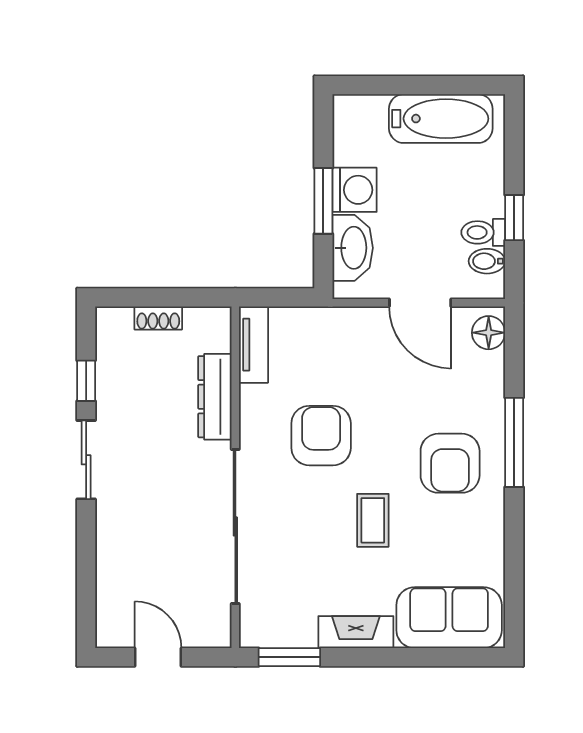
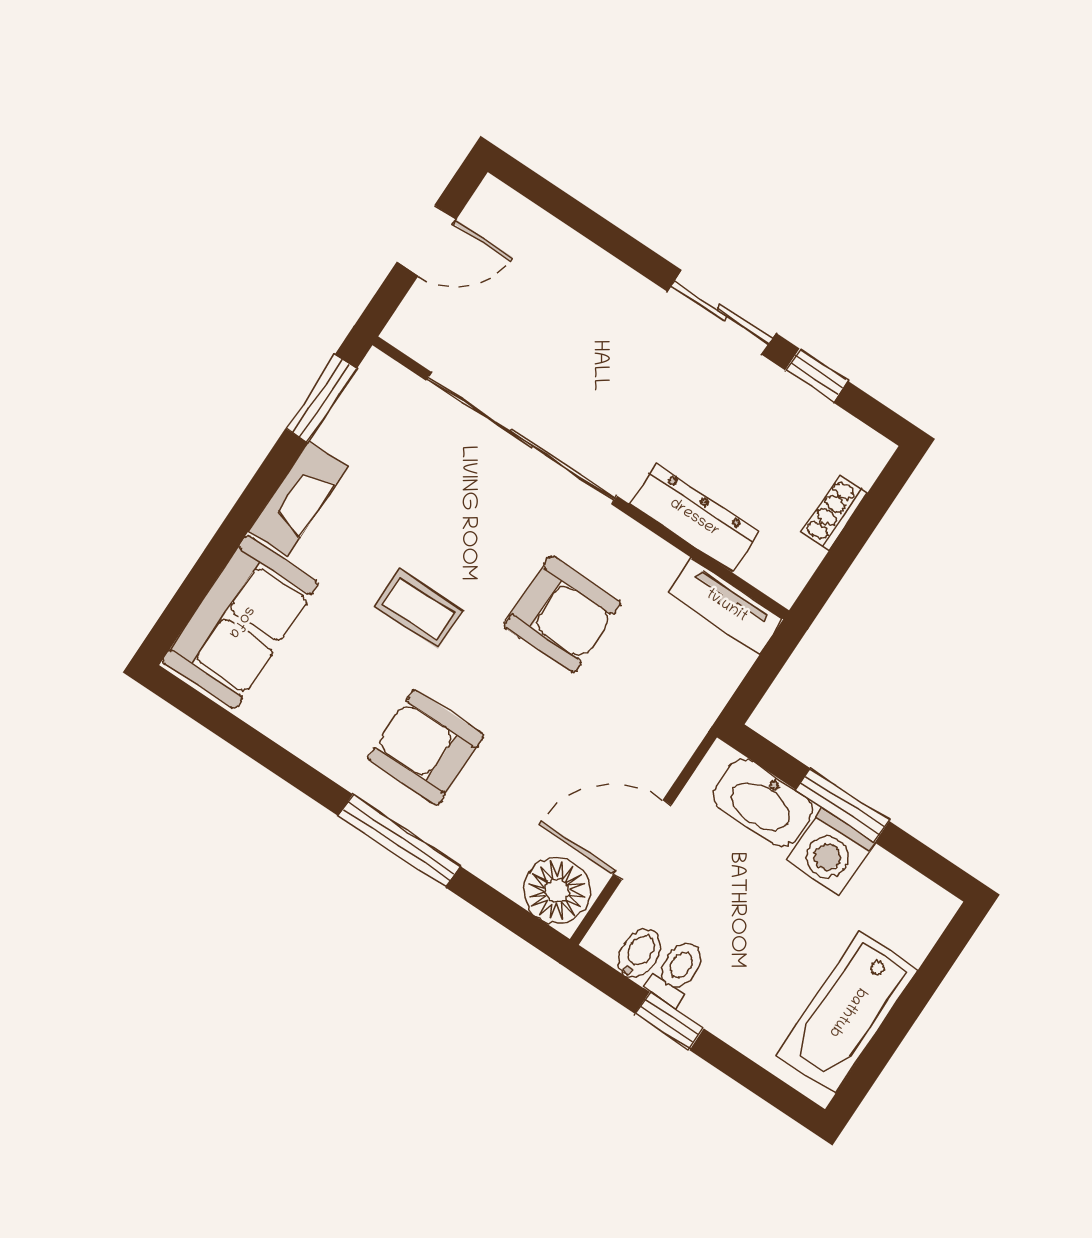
floor lamp: (489, 333) -> (557, 891), width x1.38, depth x1.38

